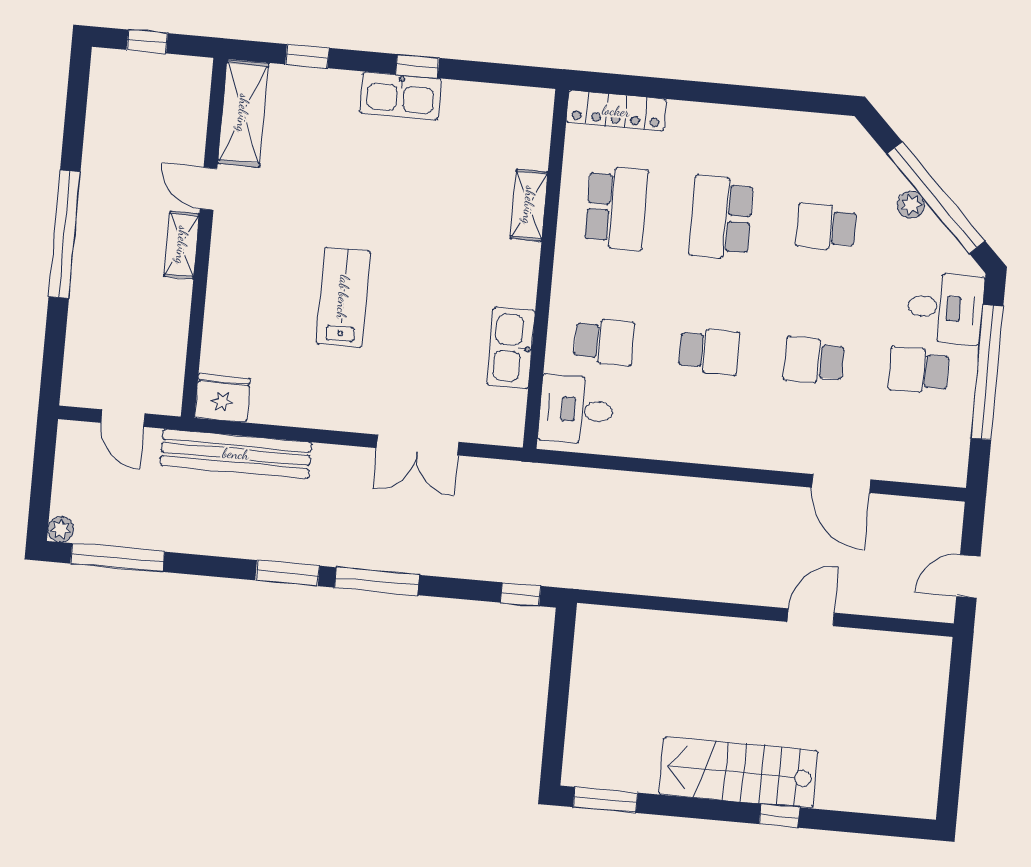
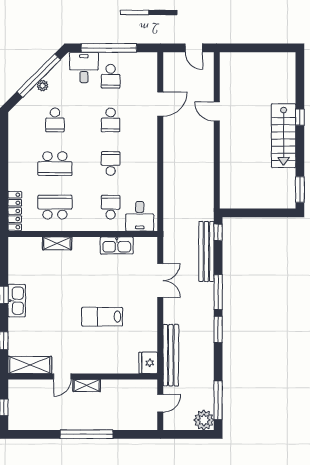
plant: (61, 529) -> (204, 420), width x1.87, depth x1.87
bench: (477, 562) -> (206, 251), added

